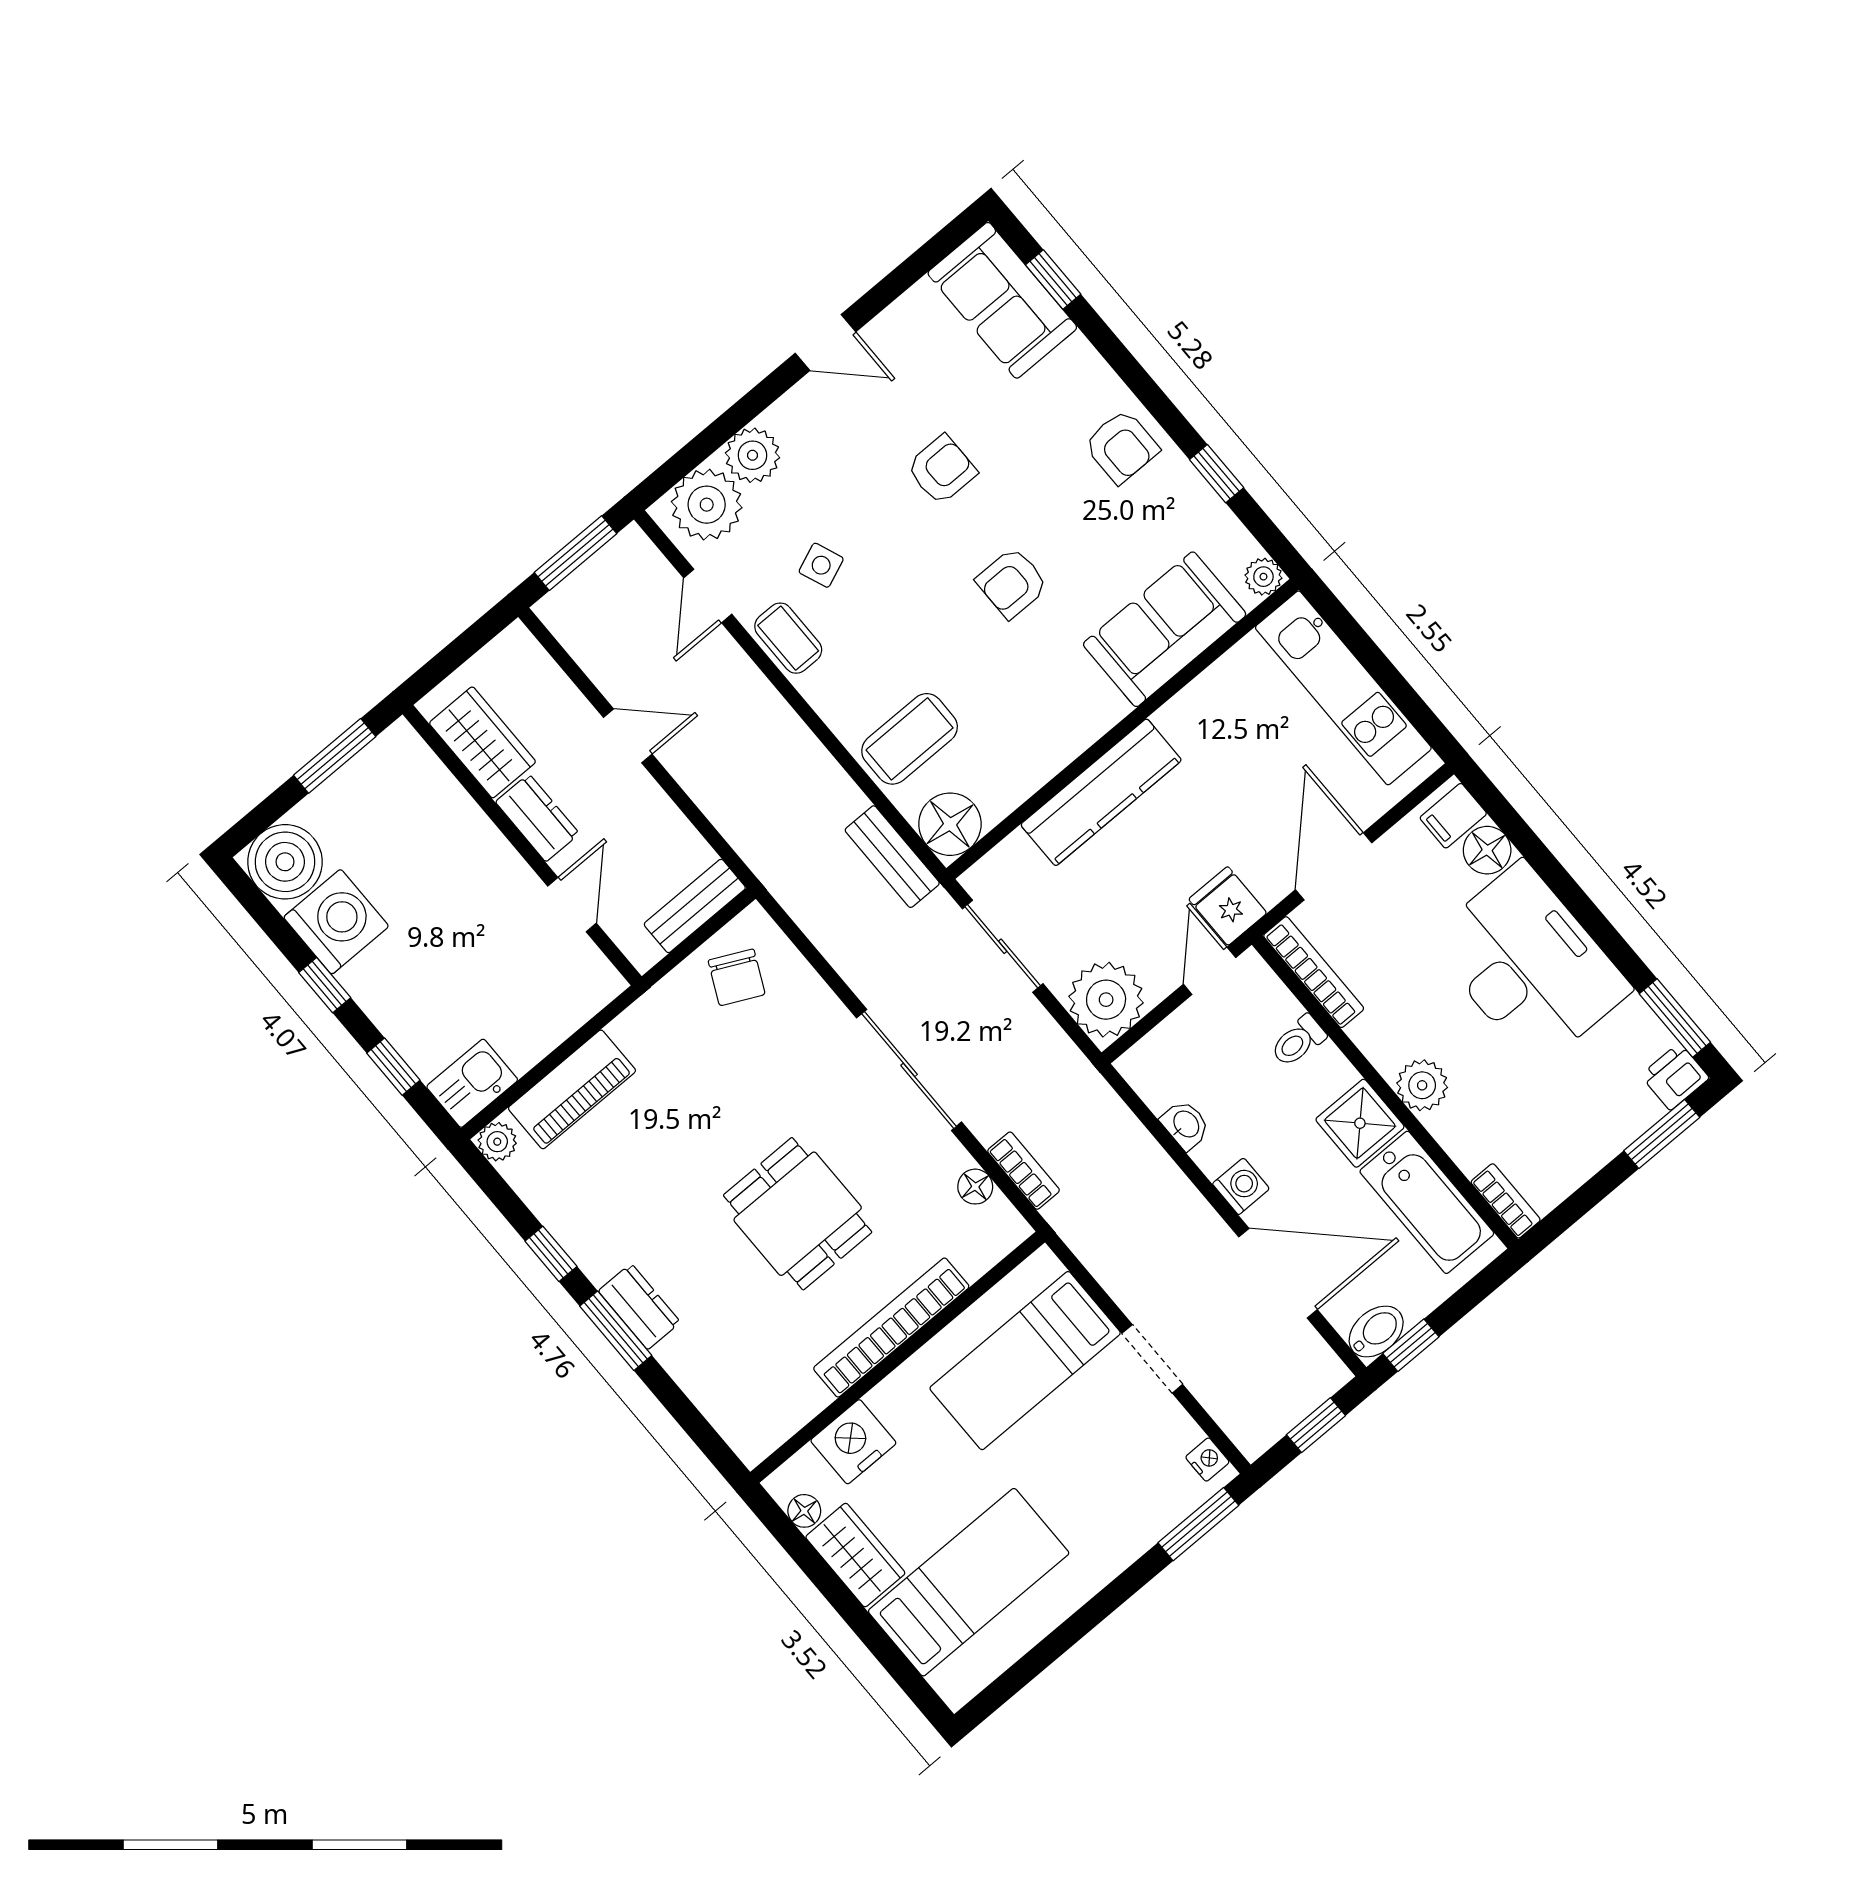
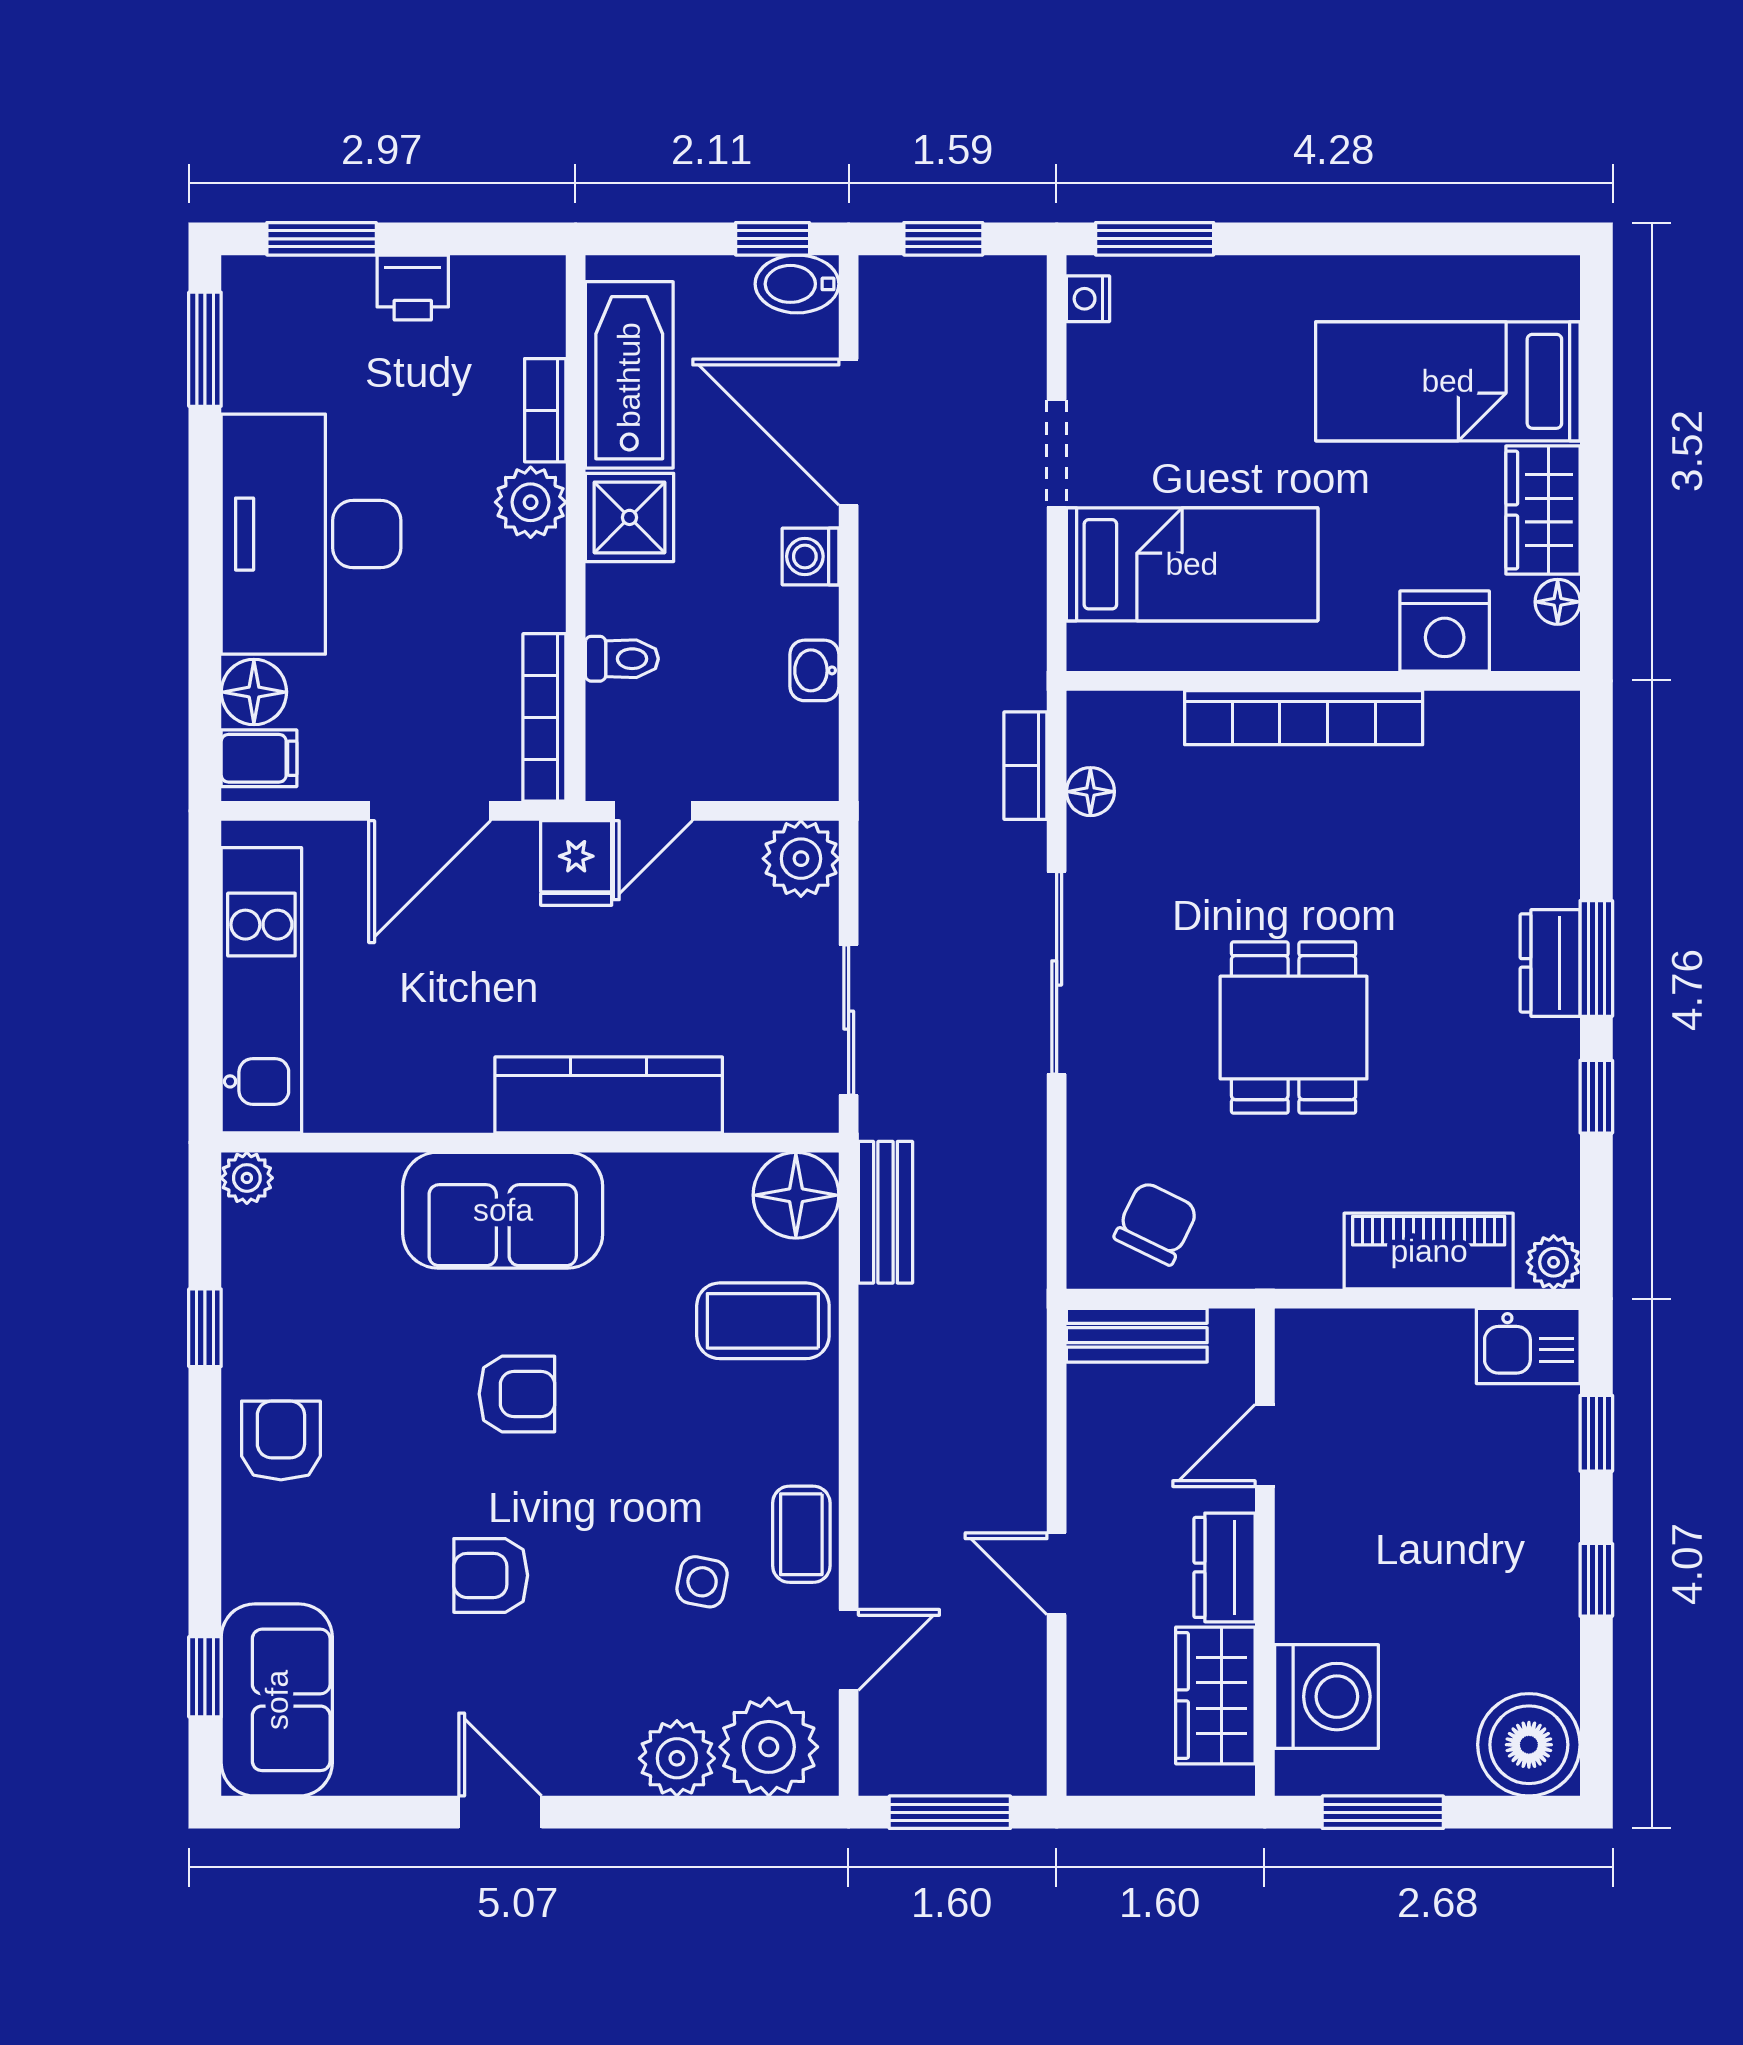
side table: (821, 565) -> (702, 1582), turned 33
sofa: (1165, 629) -> (503, 1210), moved
washing machine: (336, 922) -> (1326, 1697), moved, turned 180
plant: (1106, 1000) -> (801, 859), width x0.73, depth x0.73
printer: (1675, 1077) -> (413, 287), moved
bookcase: (1506, 1201) -> (545, 410), moved
dining table: (798, 1214) -> (1294, 1028), moved

